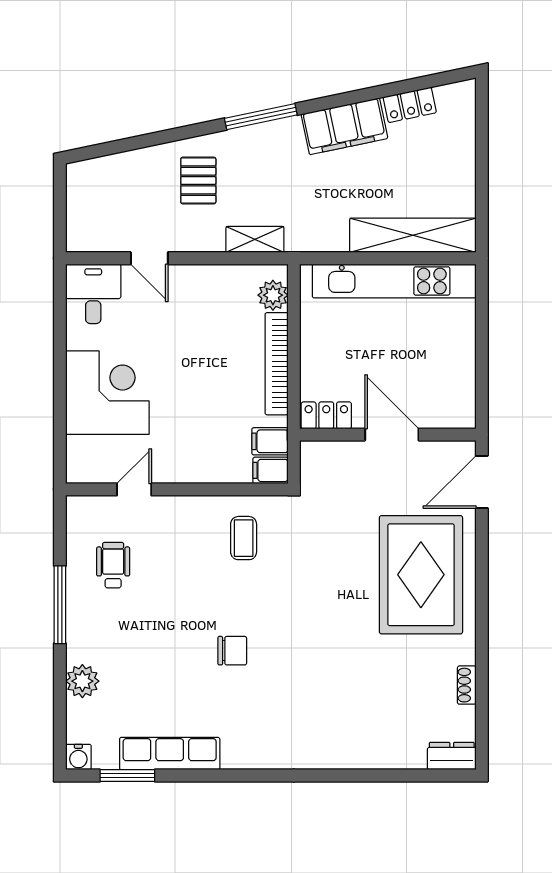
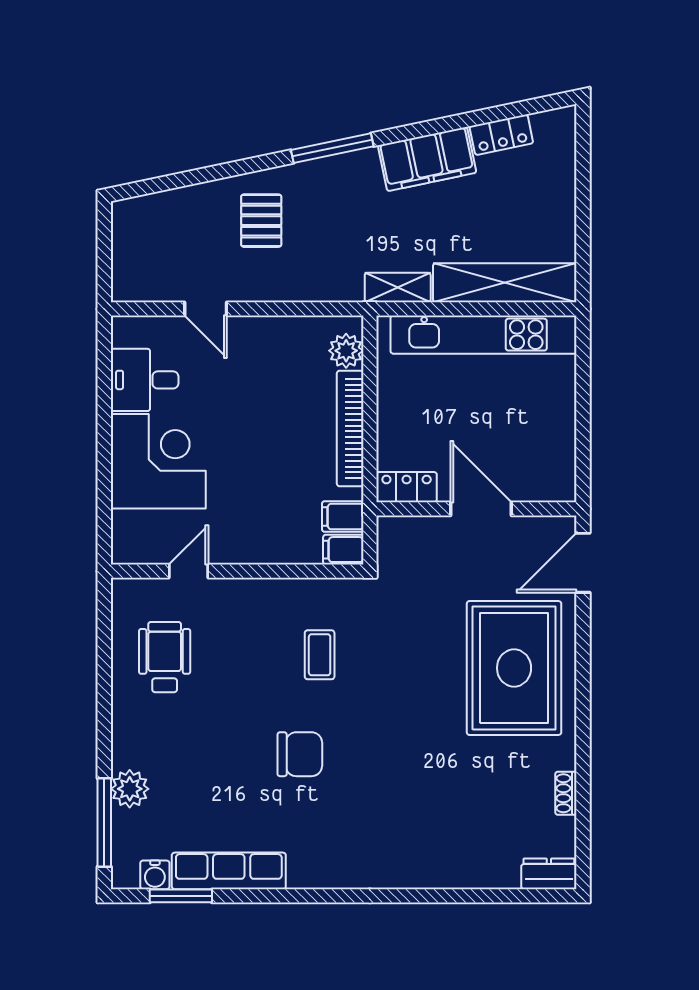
shelving: (255, 239) -> (398, 287), moved
desk: (93, 294) -> (145, 380), moved, turned -90
coffee table: (244, 538) -> (320, 655), moved
wheelchair: (113, 565) -> (165, 657), width x1.36, depth x1.37
window: (60, 605) -> (104, 822), moved
chair: (232, 651) -> (300, 754), width x1.37, depth x1.37
water cooler: (78, 757) -> (155, 875), moved

